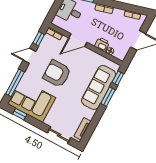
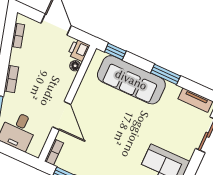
printer: (102, 44) -> (79, 50), moved
armchair: (57, 74) -> (114, 144), removed
window: (108, 97) -> (165, 74), moved

